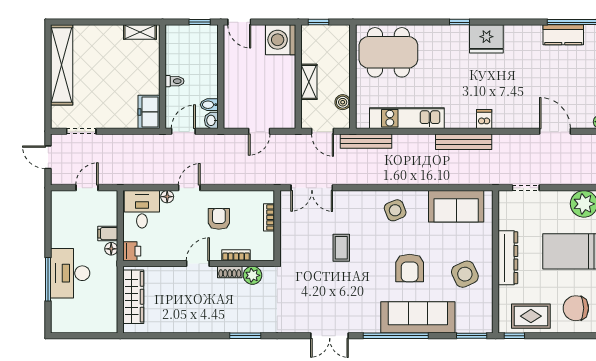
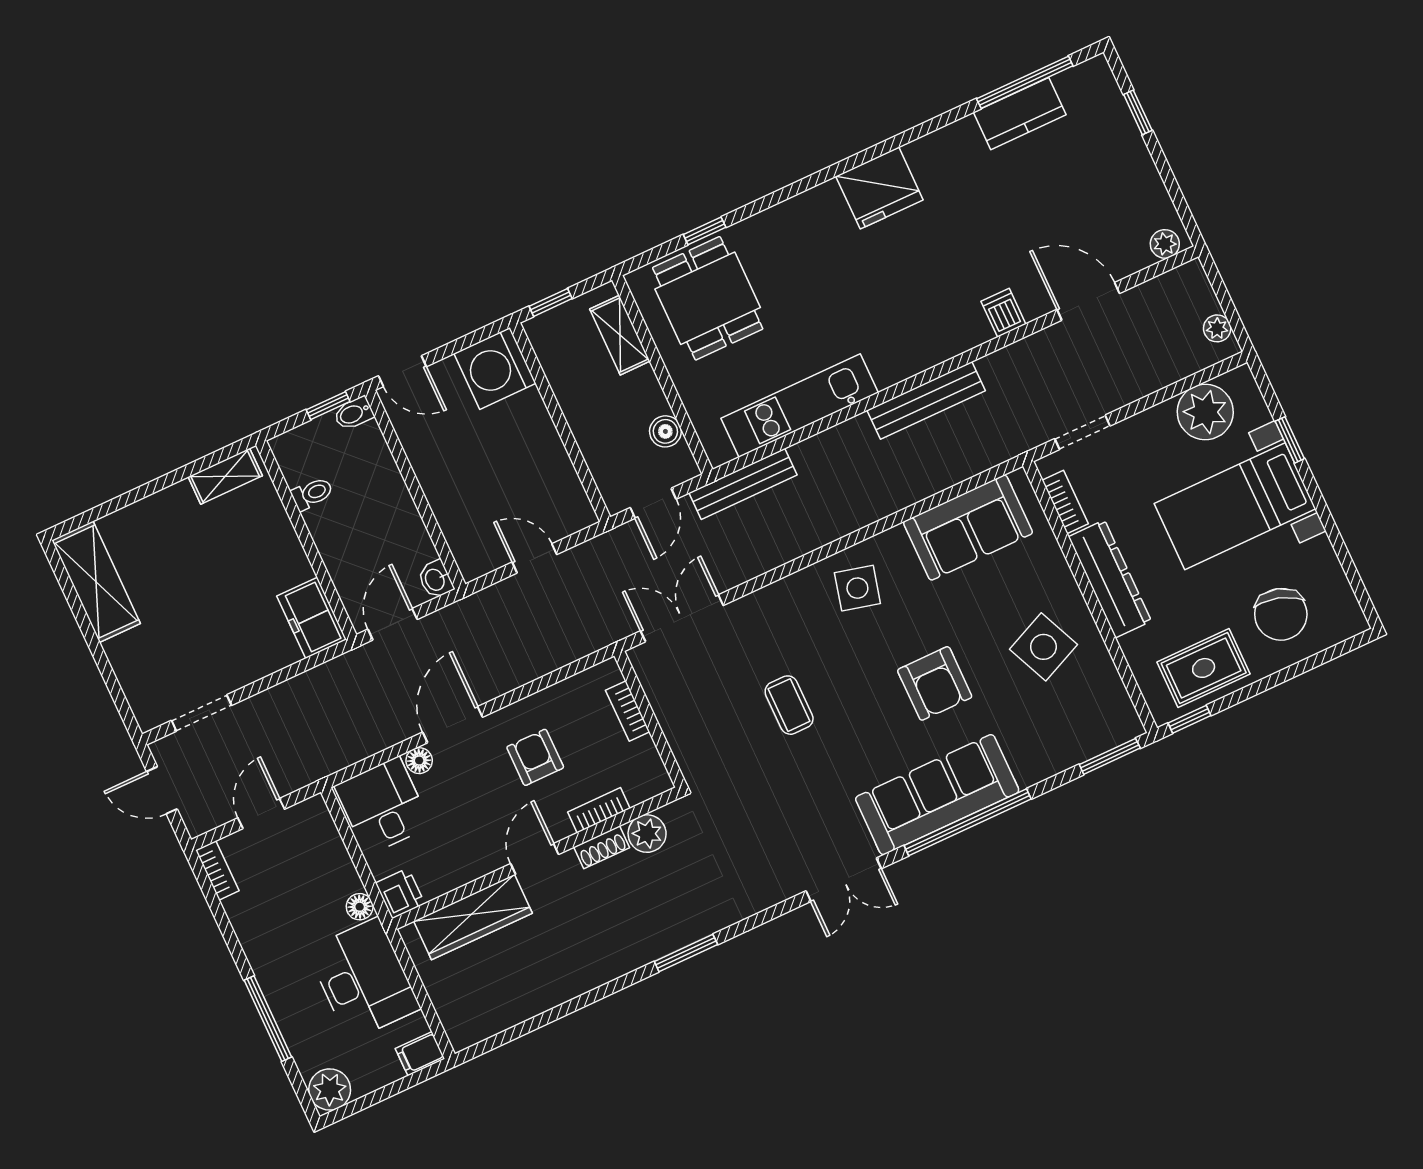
window: (460, 22) -> (705, 231), moved
dining table: (388, 52) -> (708, 298), width x0.73
shelving: (62, 65) -> (96, 582), width x0.68
toilet: (175, 81) -> (312, 494), moved
shelving: (309, 82) -> (620, 335), moved
bidet: (209, 105) -> (354, 413), moved
dishwasher: (484, 119) -> (1003, 313), moved
door: (259, 131) -> (535, 558), swing flipped
door: (323, 131) -> (653, 503), hinge flipped
door: (189, 188) -> (453, 725), width x1.38
double door: (312, 188) -> (682, 618), swing flipped
bookcase: (56, 204) -> (217, 870), added
side table: (395, 210) -> (857, 588), turned 36
bookcase: (504, 215) -> (1065, 502), added
filing cabinet: (108, 234) -> (420, 1054), moved
desk: (70, 273) -> (363, 979), moved, turned 180
wardrobe: (133, 297) -> (473, 917), moved, turned 90
chair: (576, 308) -> (1281, 614), turned -73
sofa: (418, 317) -> (937, 795), moved
plant: (61, 323) -> (330, 1089), added

